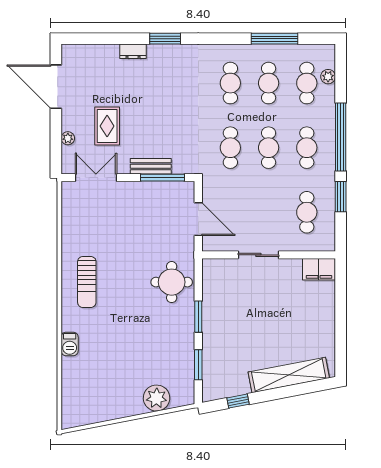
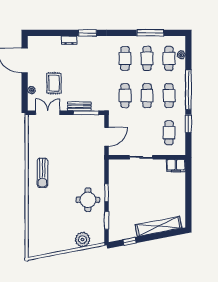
door: (198, 219) -> (107, 137), hinge flipped
round table: (172, 282) -> (88, 200), moved
barbecue: (70, 344) -> (33, 208), removed

